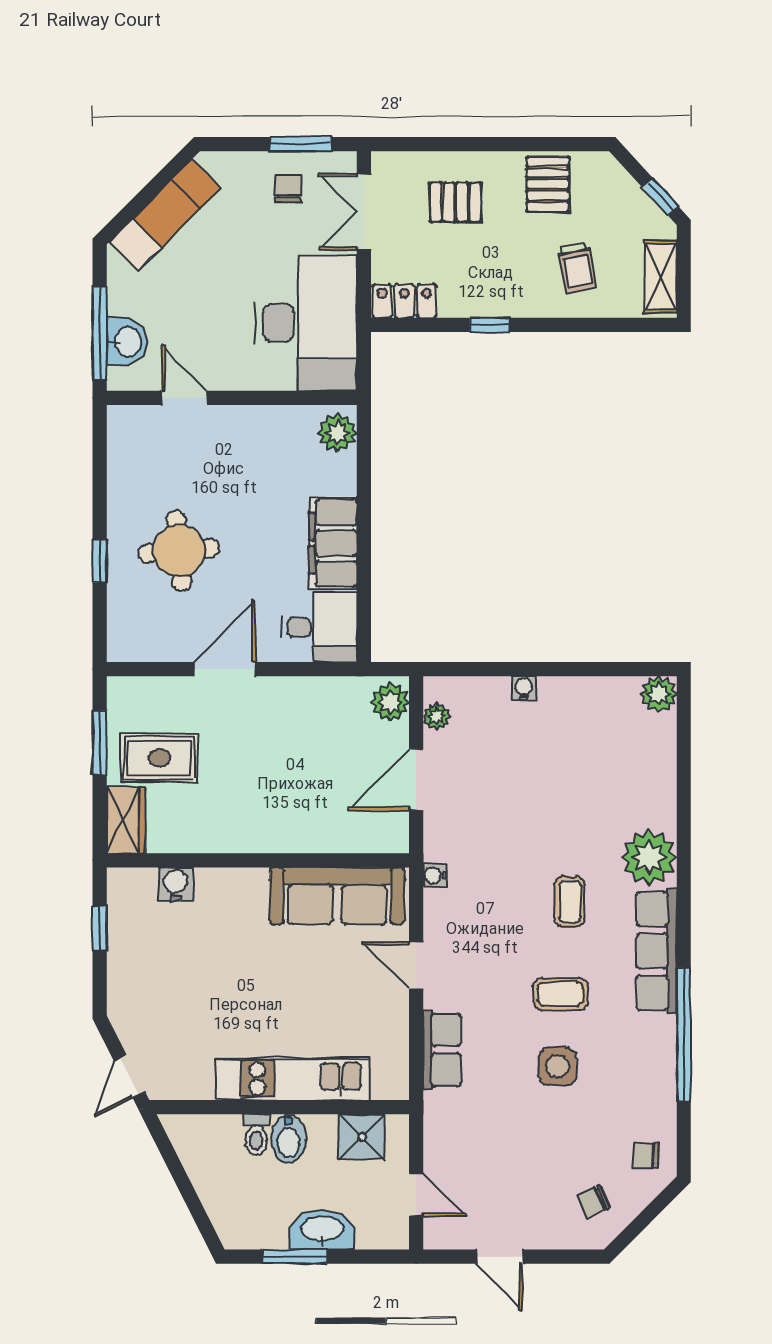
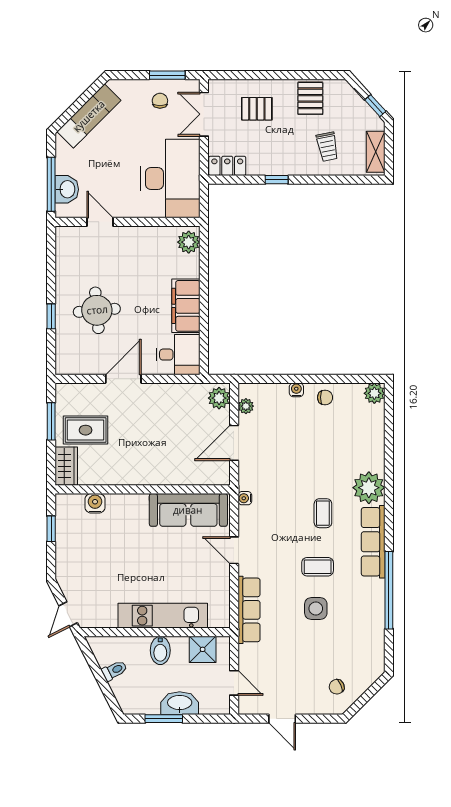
row of seats: (442, 1050) -> (249, 610), width x1.48
toilet: (256, 1135) -> (114, 670), moved, turned -117
chair: (646, 1155) -> (325, 397), moved, turned 180

